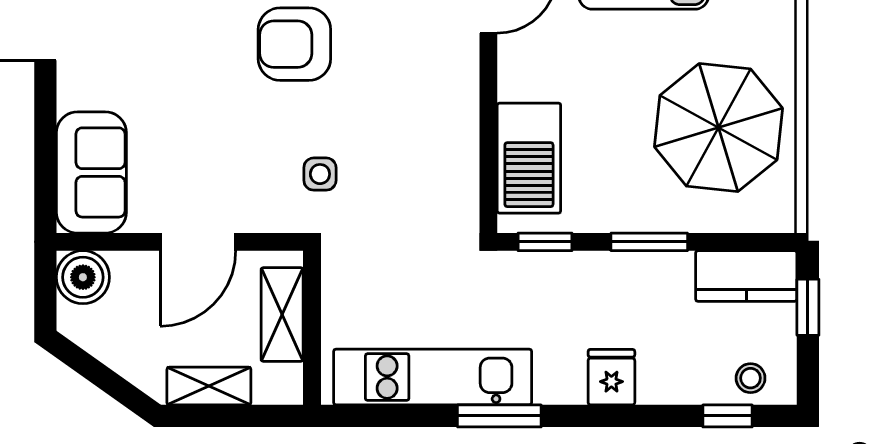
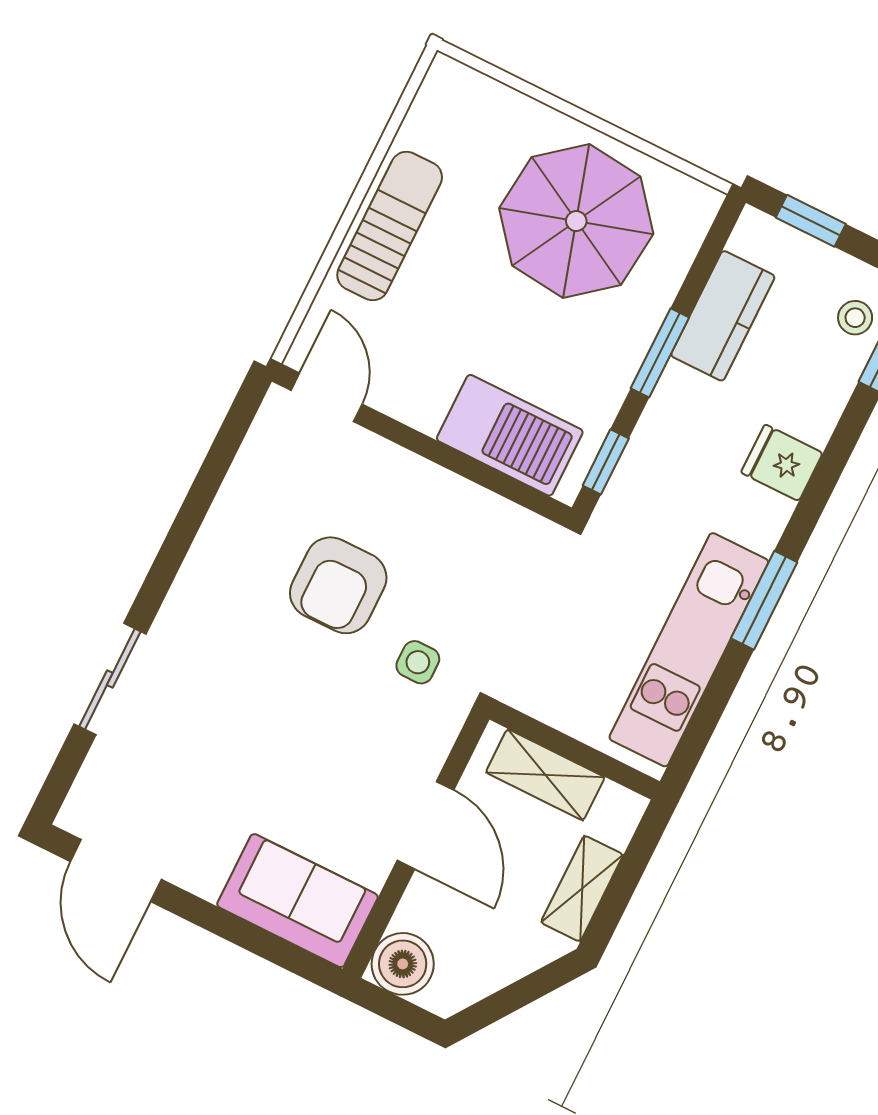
armchair: (294, 44) -> (338, 585), moved
kitchen counter: (746, 276) -> (723, 316), moved

